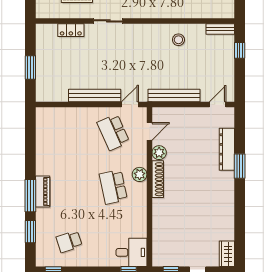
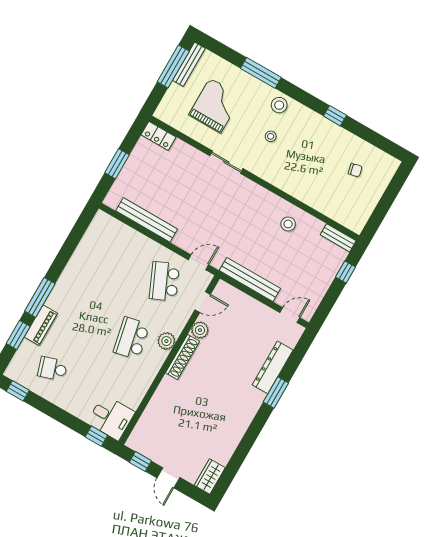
locker: (71, 30) -> (159, 136), moved
bench: (95, 95) -> (147, 220), moved
piano: (43, 192) -> (41, 325), moved

